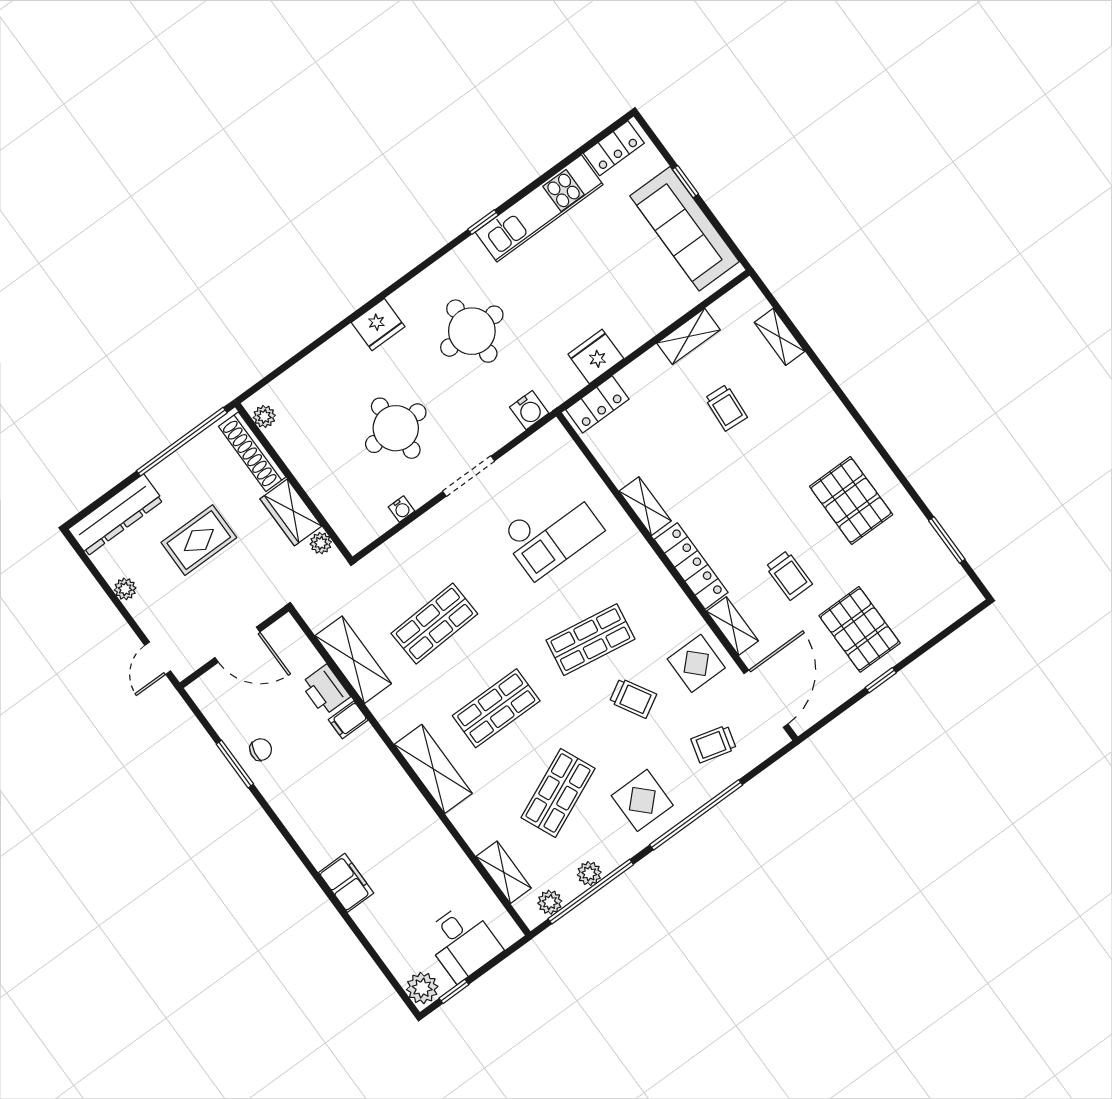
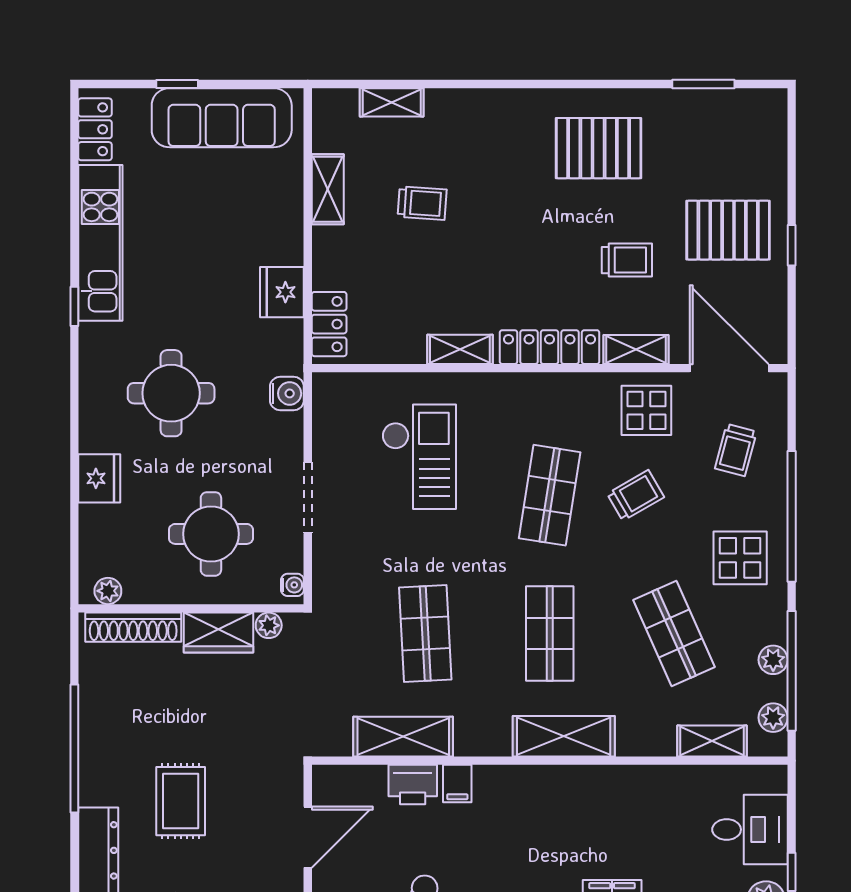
plant: (264, 417) -> (108, 591), moved
shoe rack: (252, 452) -> (133, 627), moved
wall: (294, 482) -> (191, 608), moved
wardrobe: (291, 512) -> (218, 633), moved
plant: (321, 543) -> (269, 625), moved

